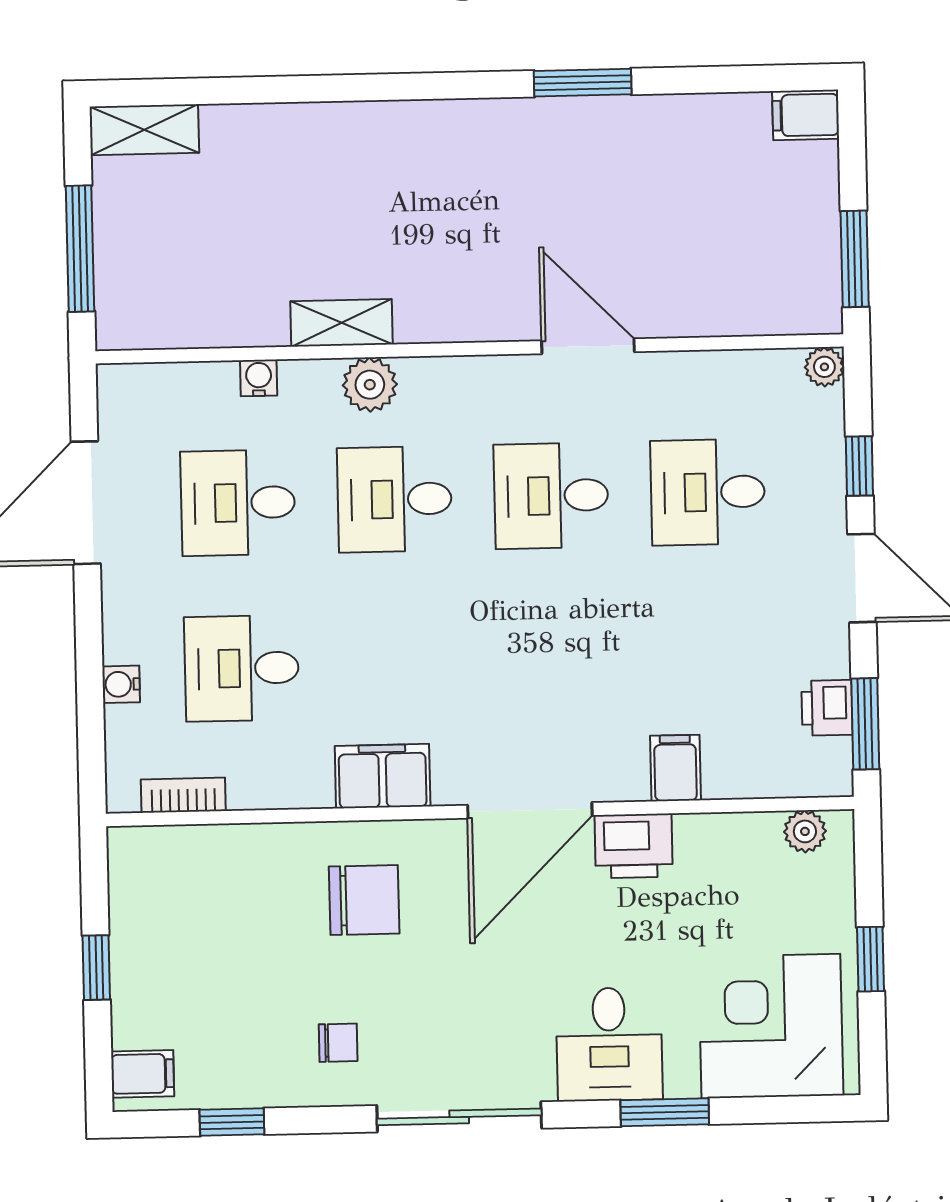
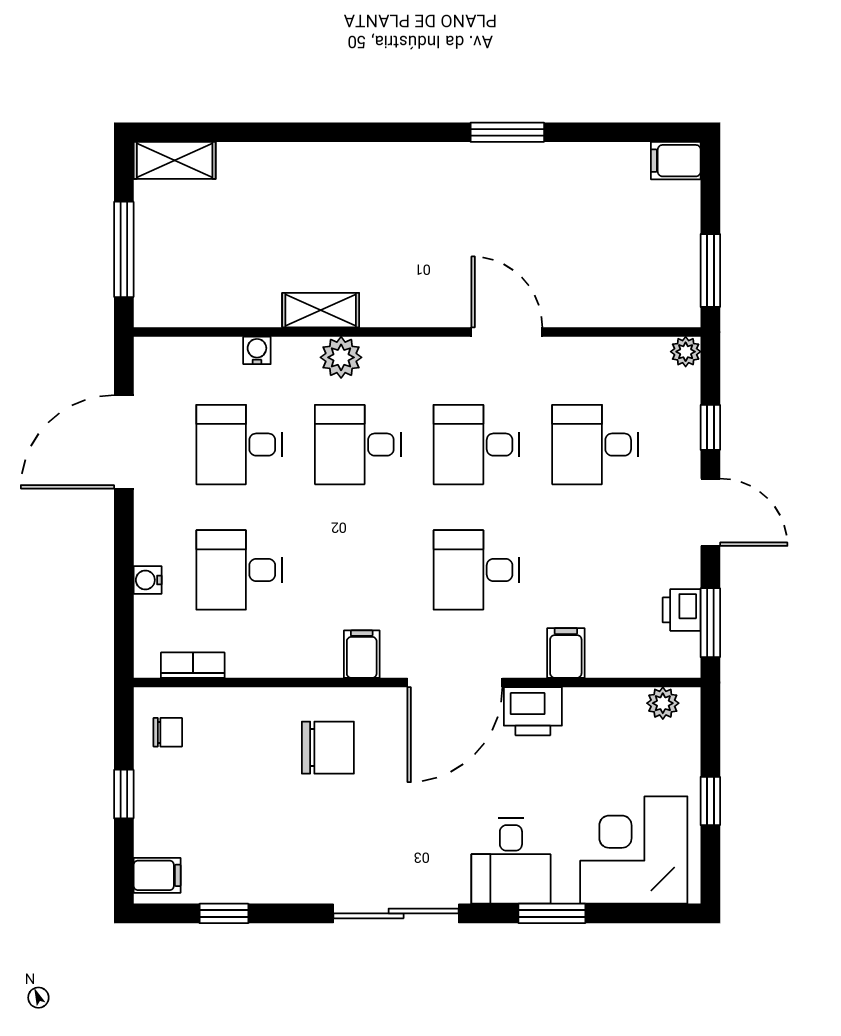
desk: (555, 661) -> (476, 570), added
filing cabinet: (383, 776) -> (362, 654), width x0.50
chair: (338, 1043) -> (168, 732), moved

